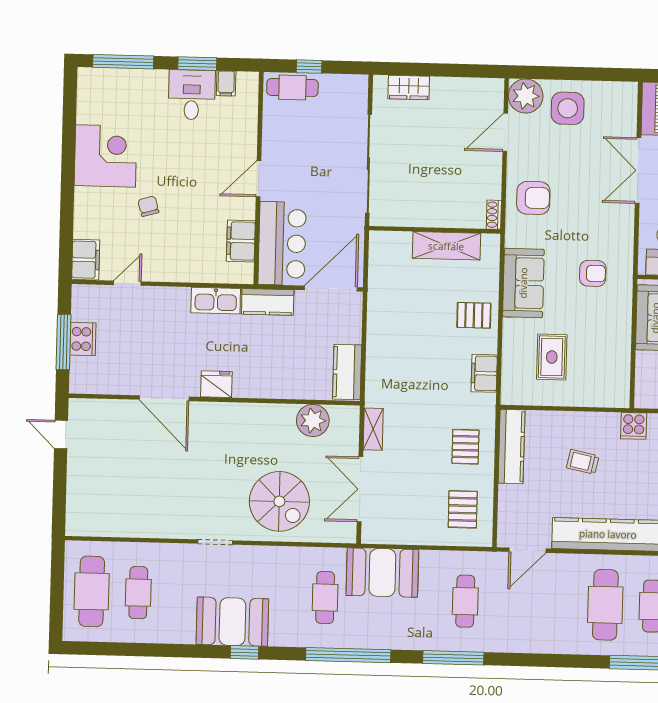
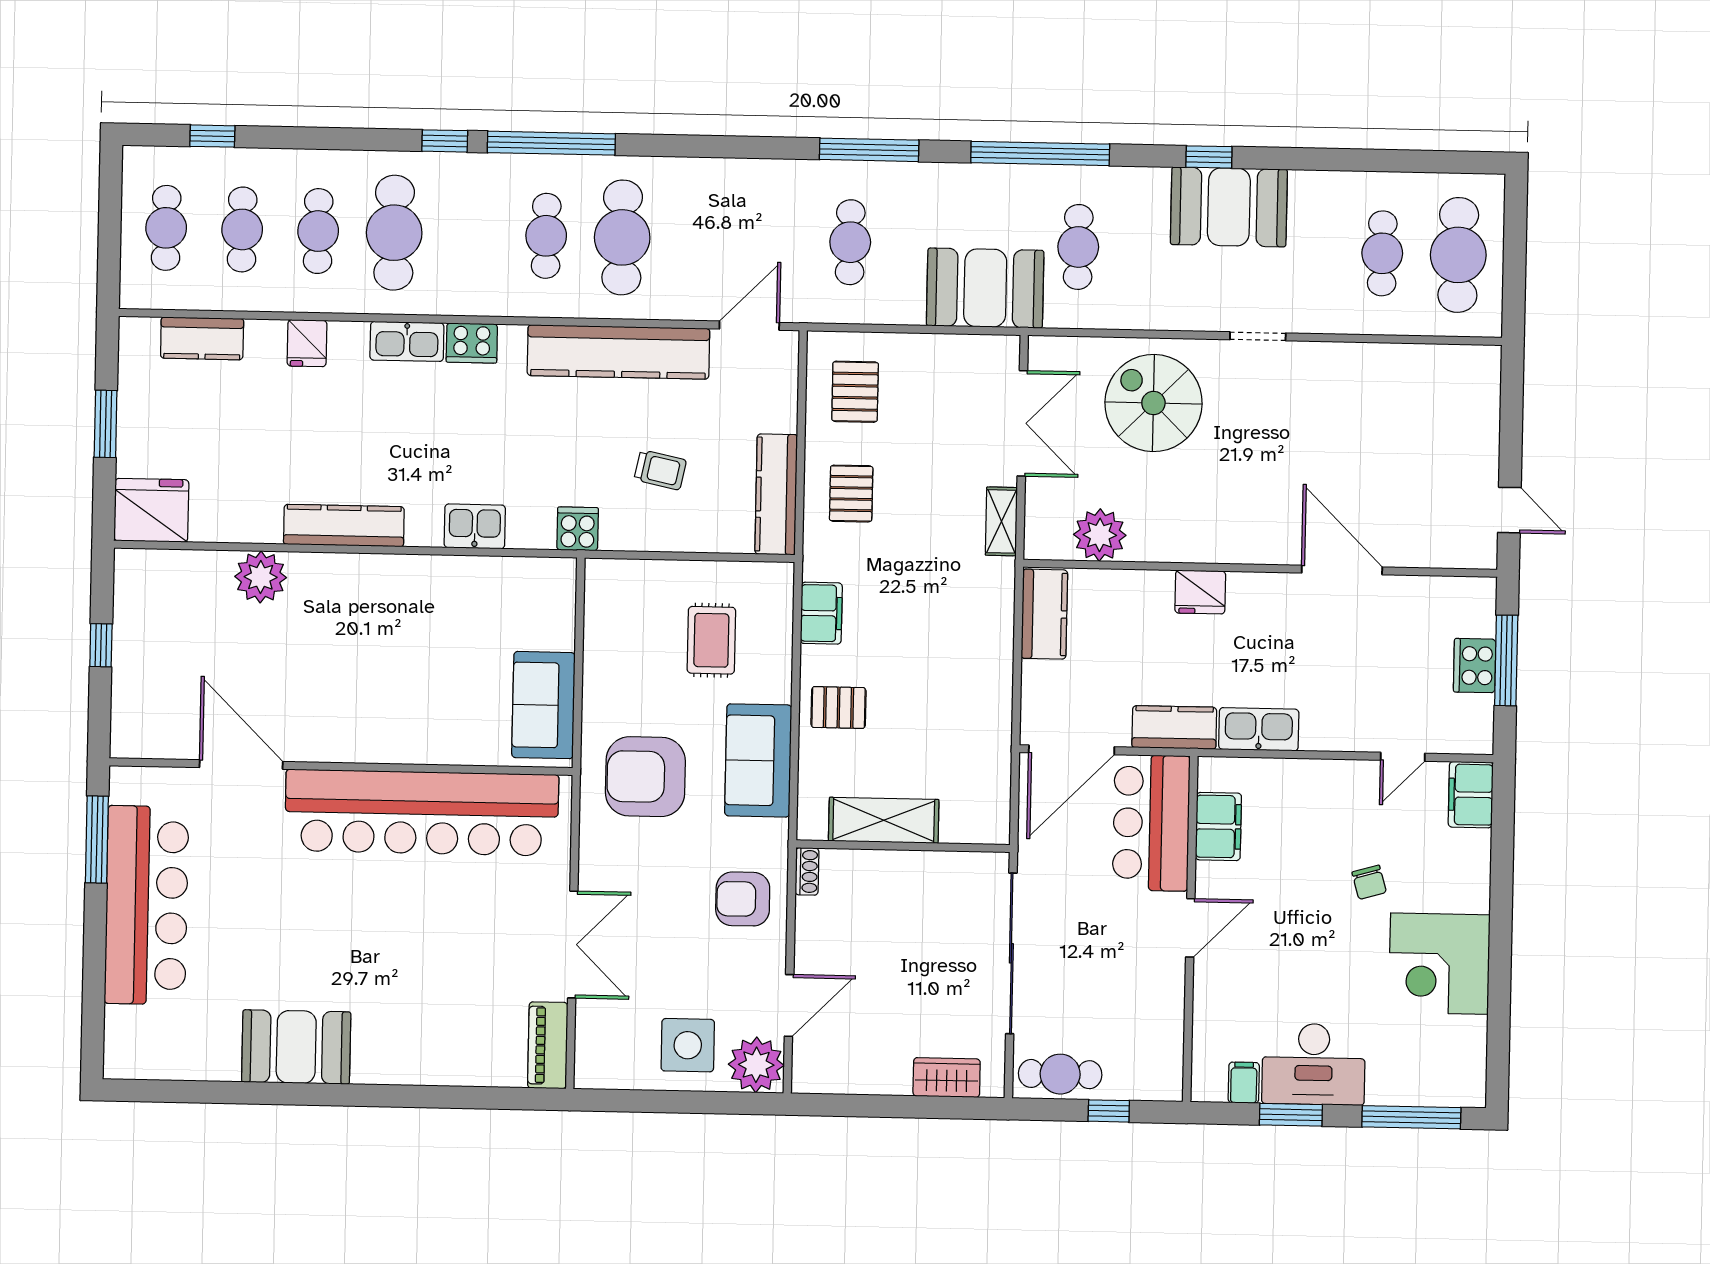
cafe table: (292, 87) -> (1060, 1074), moved
desk: (192, 95) -> (1314, 1064), width x1.37
armchair: (593, 273) -> (645, 777), width x1.88, depth x1.88
fridge: (216, 384) -> (1200, 592), moved

